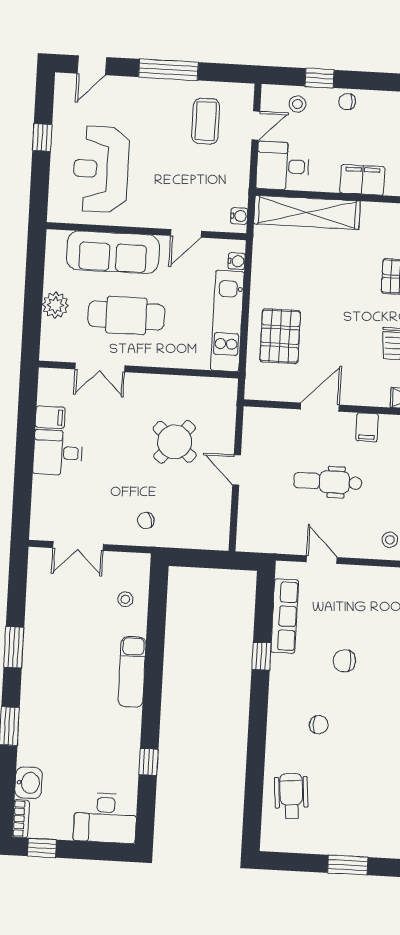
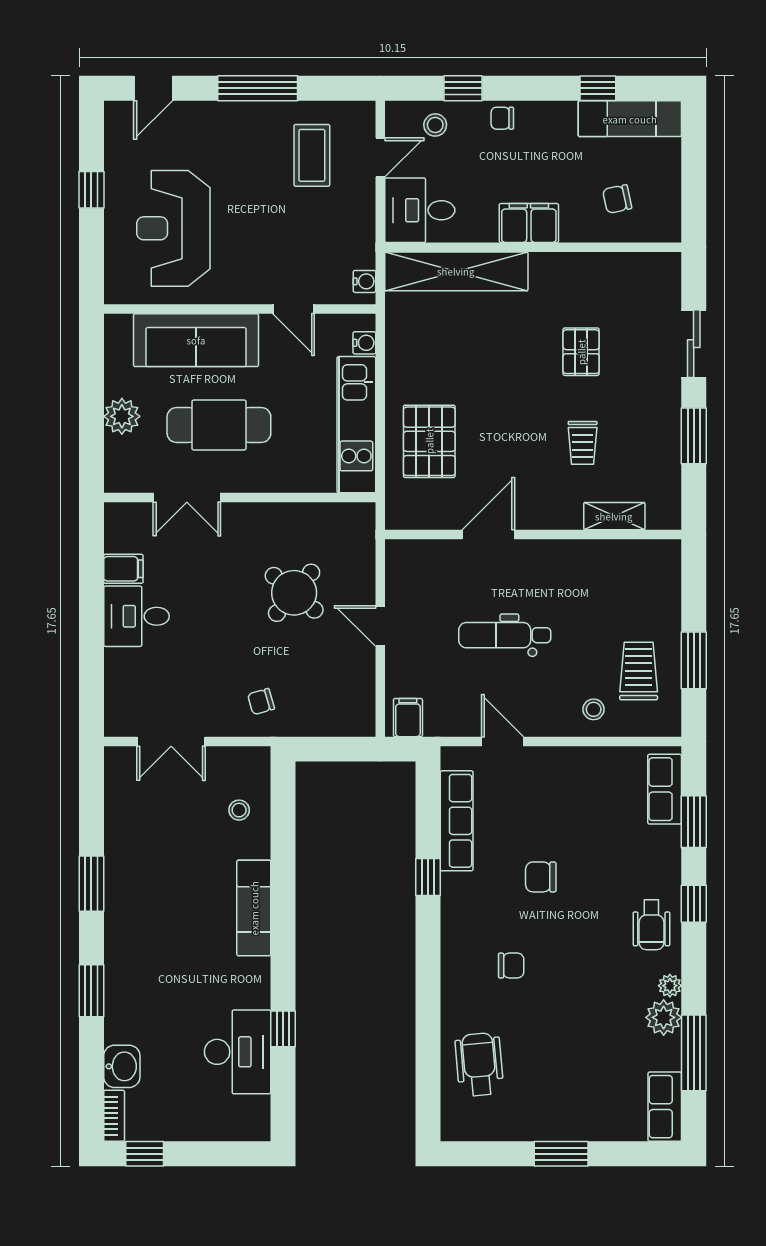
door: (186, 233) -> (294, 309), hinge flipped
filing cabinet: (367, 427) -> (408, 718), moved, turned 180
desk: (105, 818) -> (238, 1052), moved, turned -90

